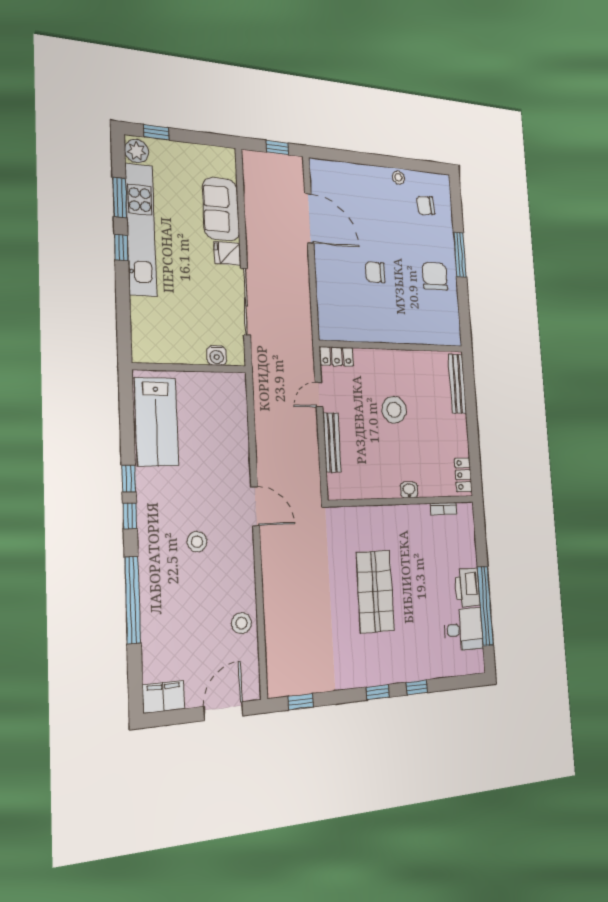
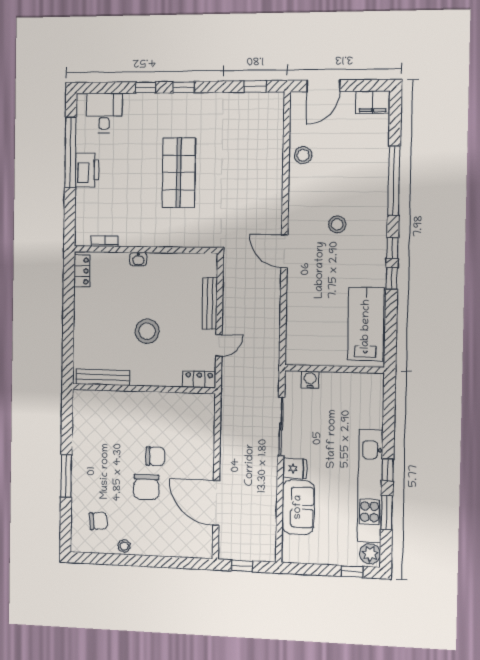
chair: (435, 276) -> (146, 487), moved
bench: (457, 384) -> (103, 377), moved, turned 90
desk: (463, 629) -> (104, 113), moved, turned 90

